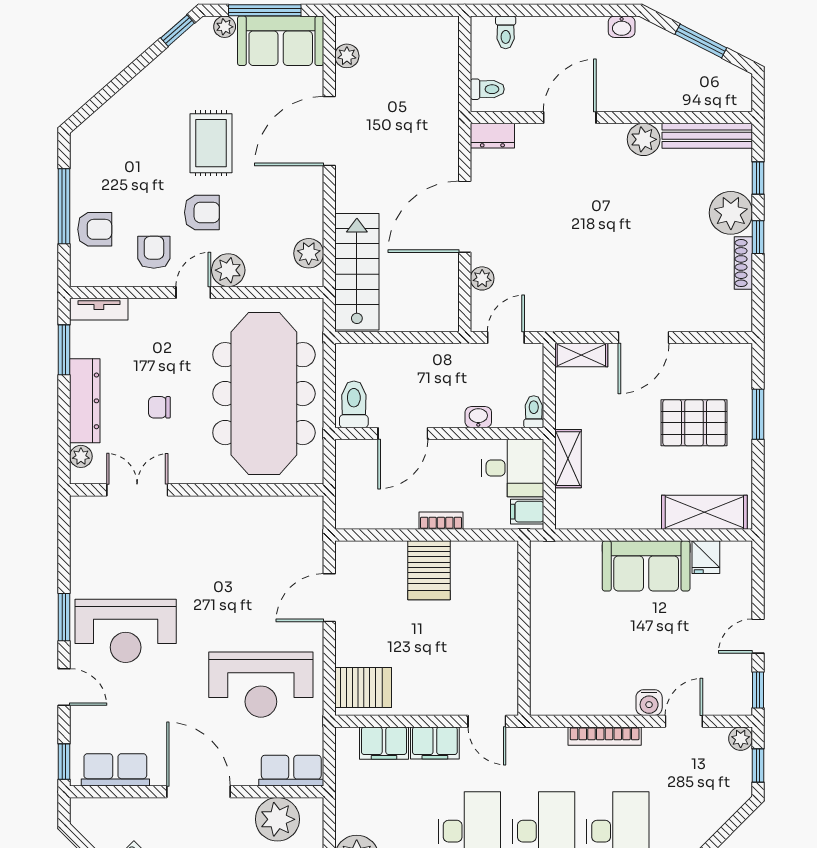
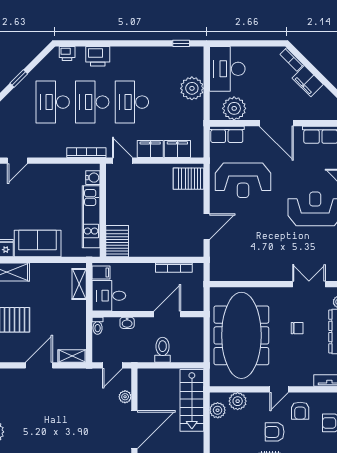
plant: (228, 270) -> (238, 401), moved
toilet: (354, 404) -> (163, 350), moved, turned 180
shelving: (568, 459) -> (79, 284), moved
double door: (137, 490) -> (309, 284), swing flipped
bookcase: (441, 521) -> (174, 268), moved, width x1.56
server rack: (429, 570) -> (117, 241), moved
kitchen unit: (546, 616) -> (91, 217), added
reception desk: (261, 685) -> (243, 180), turned 180
water cooler: (649, 703) -> (93, 178), moved, turned 90
bookcase: (605, 736) -> (86, 153), moved

